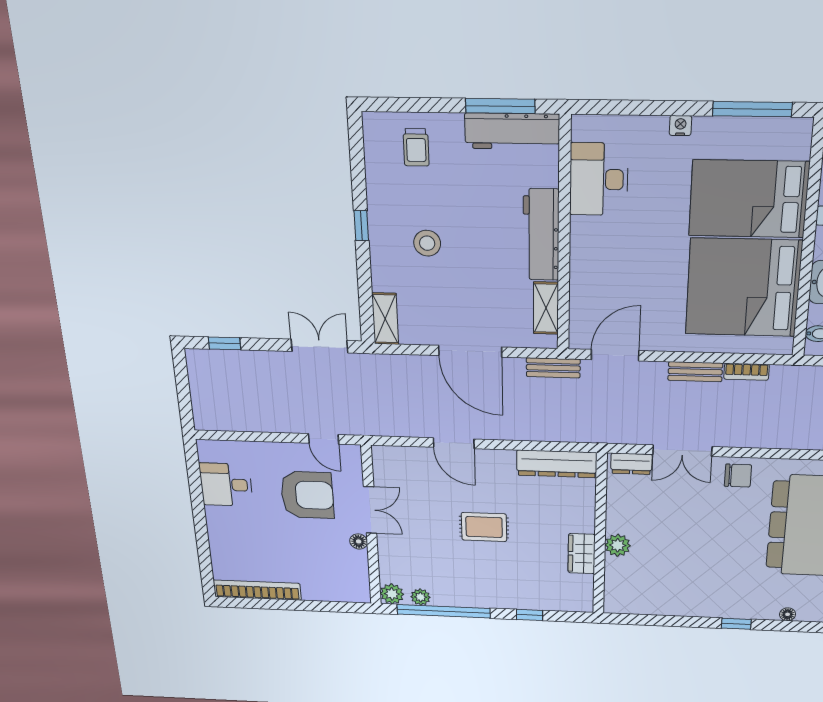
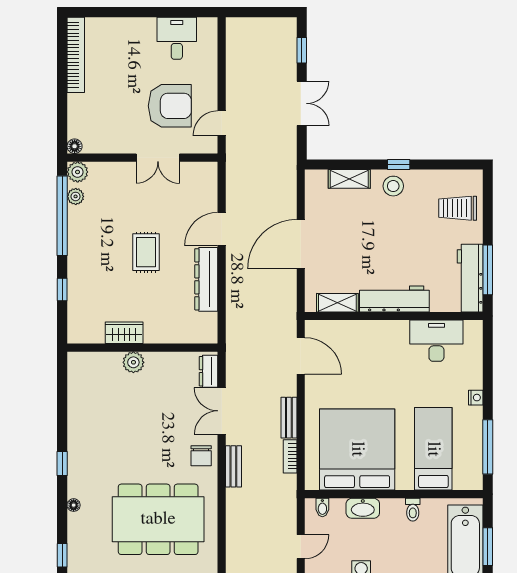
trolley: (416, 147) -> (458, 208), width x1.36, depth x1.39
bed: (749, 199) -> (433, 449), width x0.67
stool: (427, 243) -> (393, 186), moved
shelving: (385, 319) -> (349, 179), moved
double door: (319, 346) -> (302, 103), moved
bench: (553, 368) -> (233, 466), moved
dresser: (557, 464) -> (206, 279), moved
armchair: (307, 495) -> (170, 106), turned -90
floor lamp: (359, 541) -> (75, 146), moved

